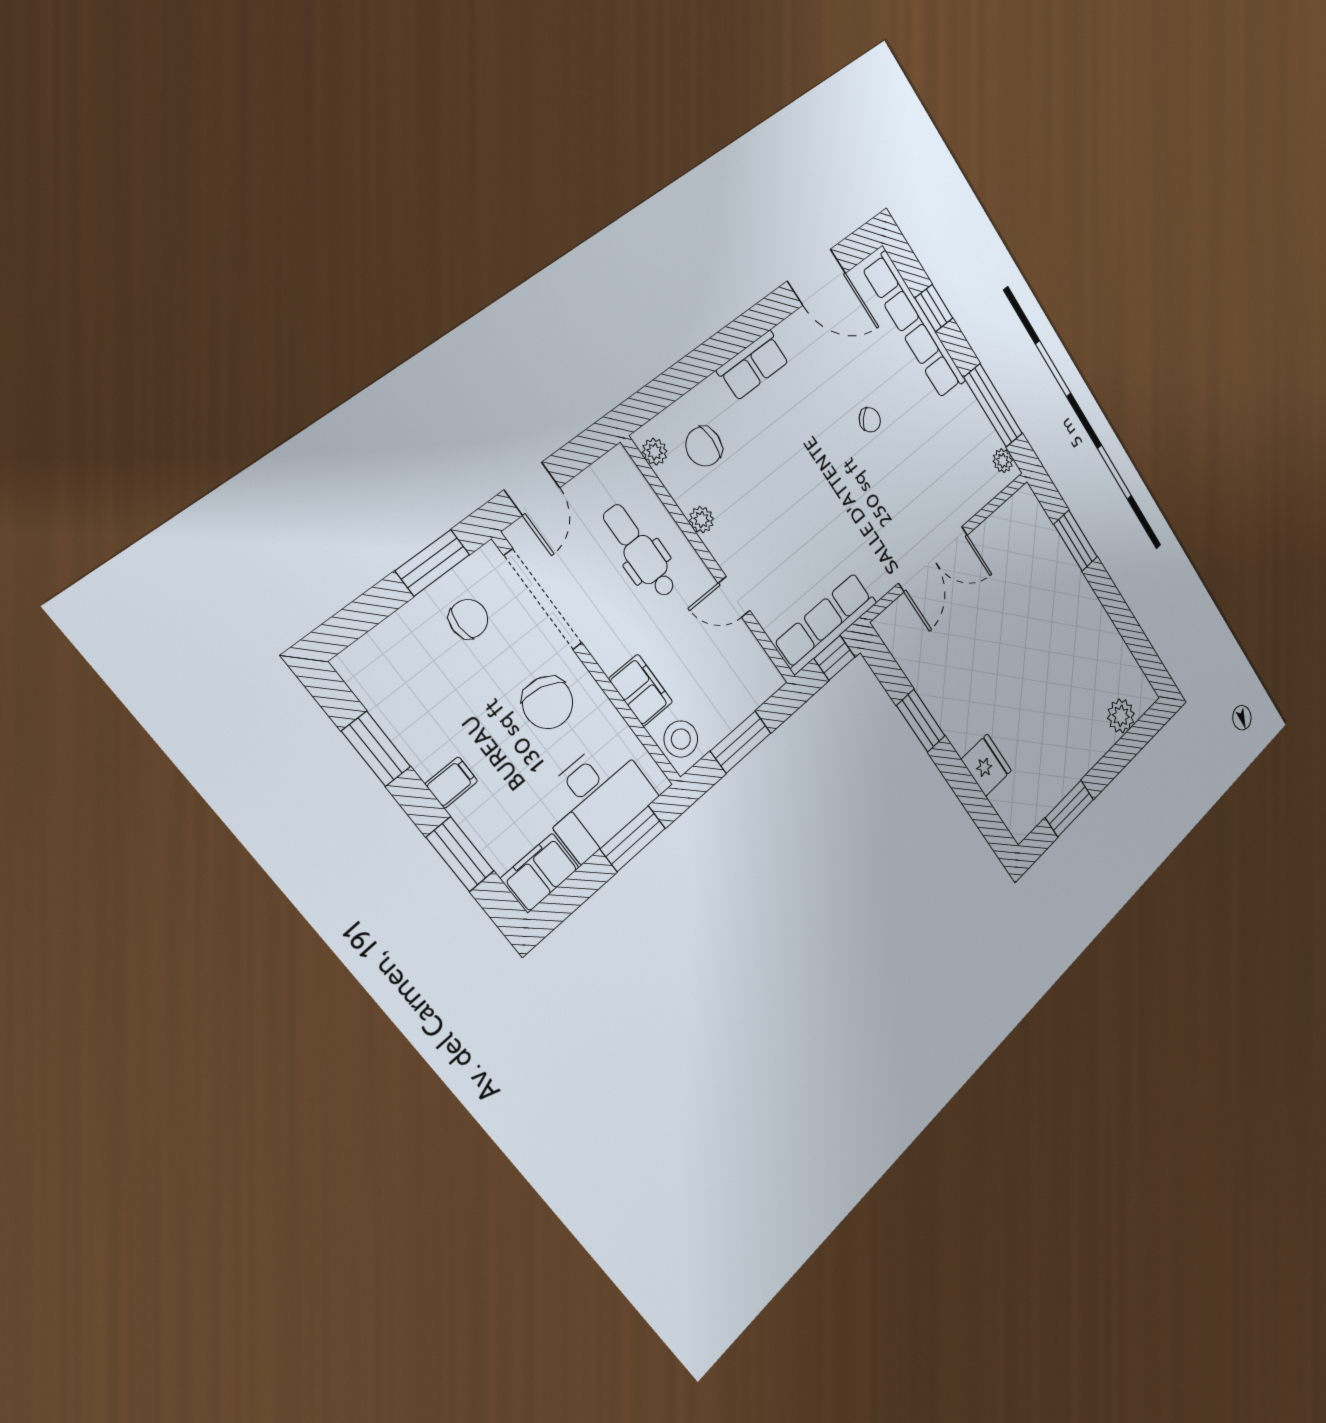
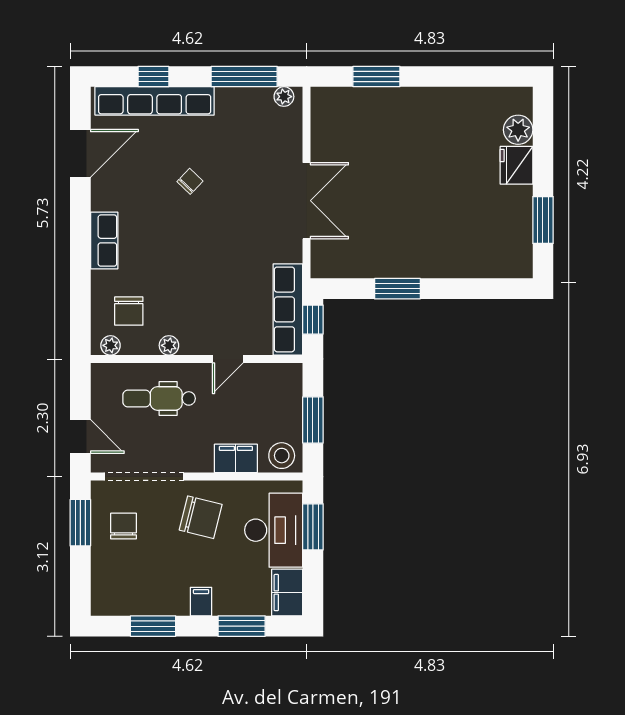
fridge: (986, 765) -> (516, 165), moved, turned -90

